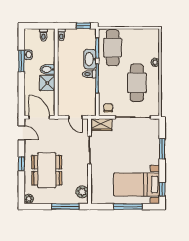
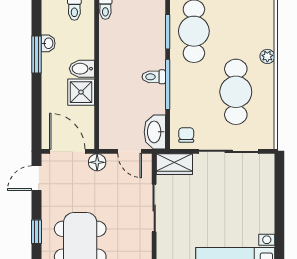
washbasin: (90, 59) -> (155, 132), moved
floor lamp: (57, 124) -> (97, 162), added
door: (21, 133) -> (37, 178), swing flipped
window: (162, 149) -> (279, 206), removed

